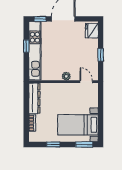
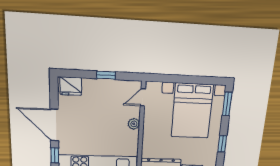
bed with nightstands: (78, 125) -> (192, 111), width x1.36

